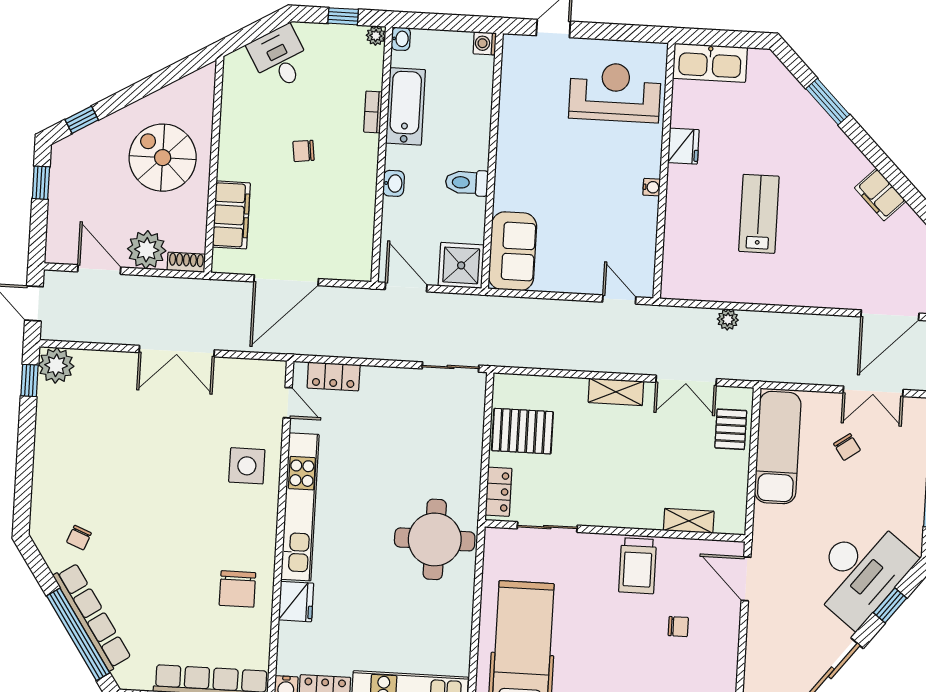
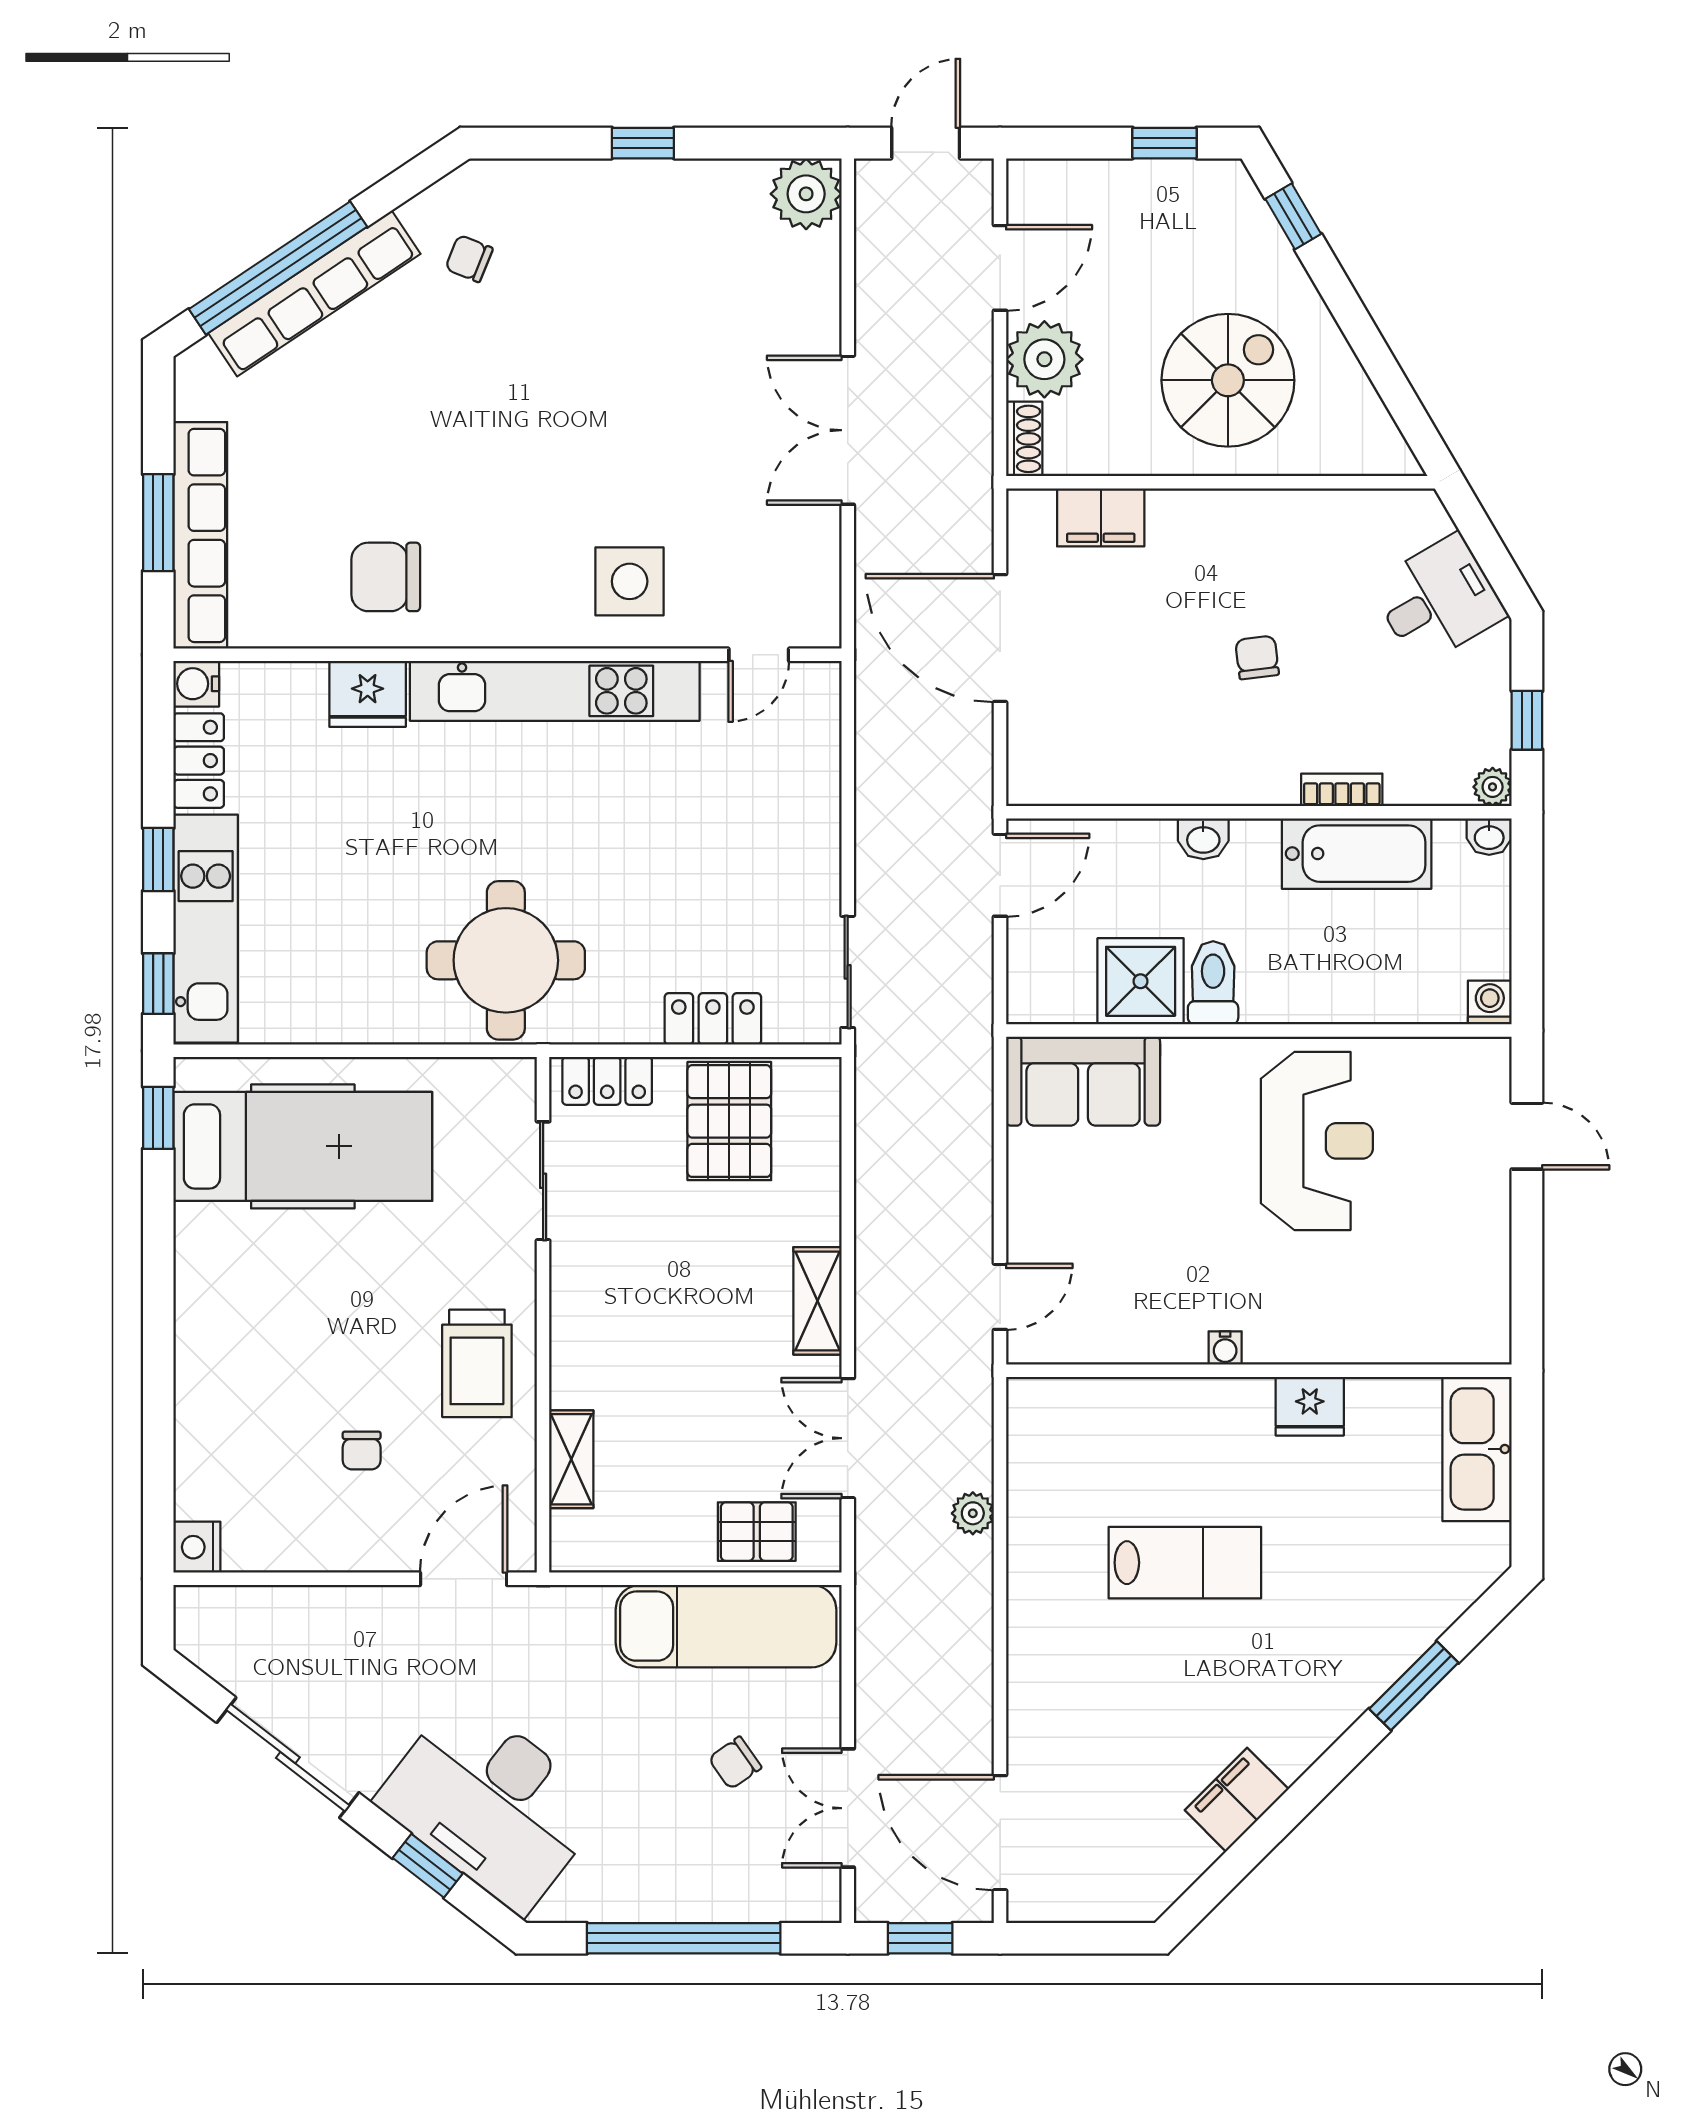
reception desk: (615, 92) -> (1317, 1141), moved
filing cabinet: (231, 215) -> (1101, 517), width x0.67, depth x0.86
shower: (461, 265) -> (1141, 981), moved
locker: (334, 376) -> (713, 1019), moved, turned 90
window: (29, 380) -> (643, 143), moved
trolley: (638, 566) -> (477, 1363), turned -90

